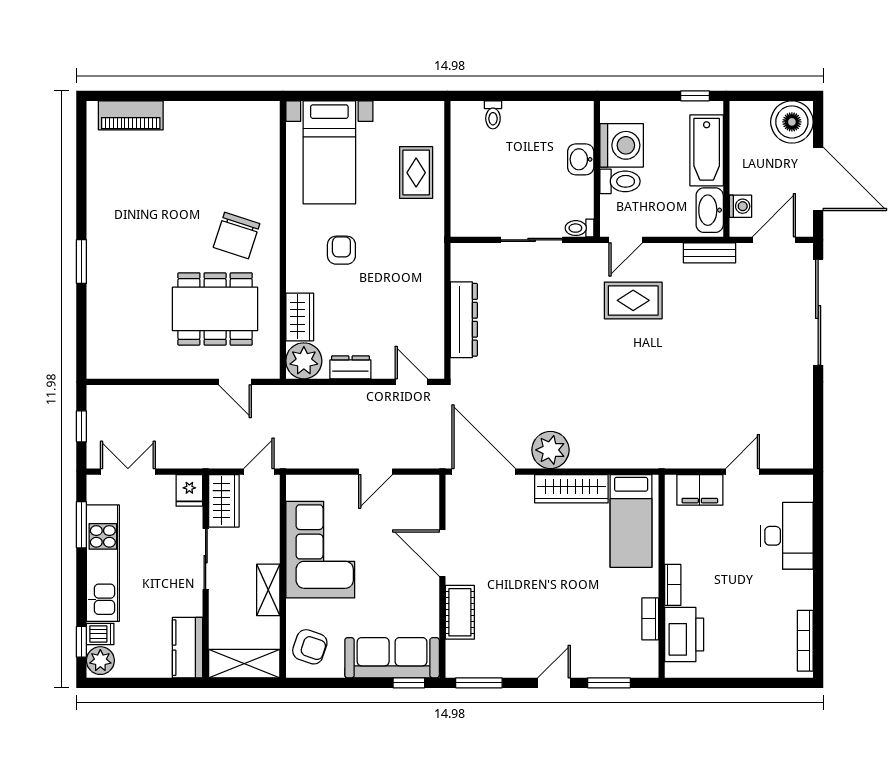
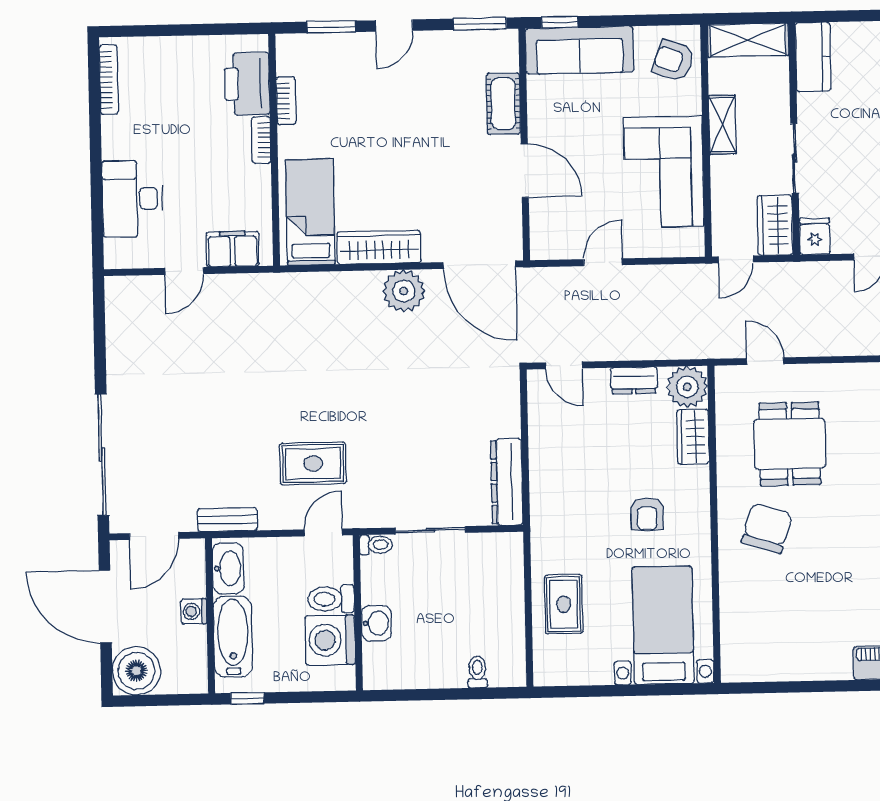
washing machine: (740, 206) -> (194, 611), moved
dining table: (215, 309) -> (790, 444), width x0.73
dresser: (464, 320) -> (507, 482), moved

